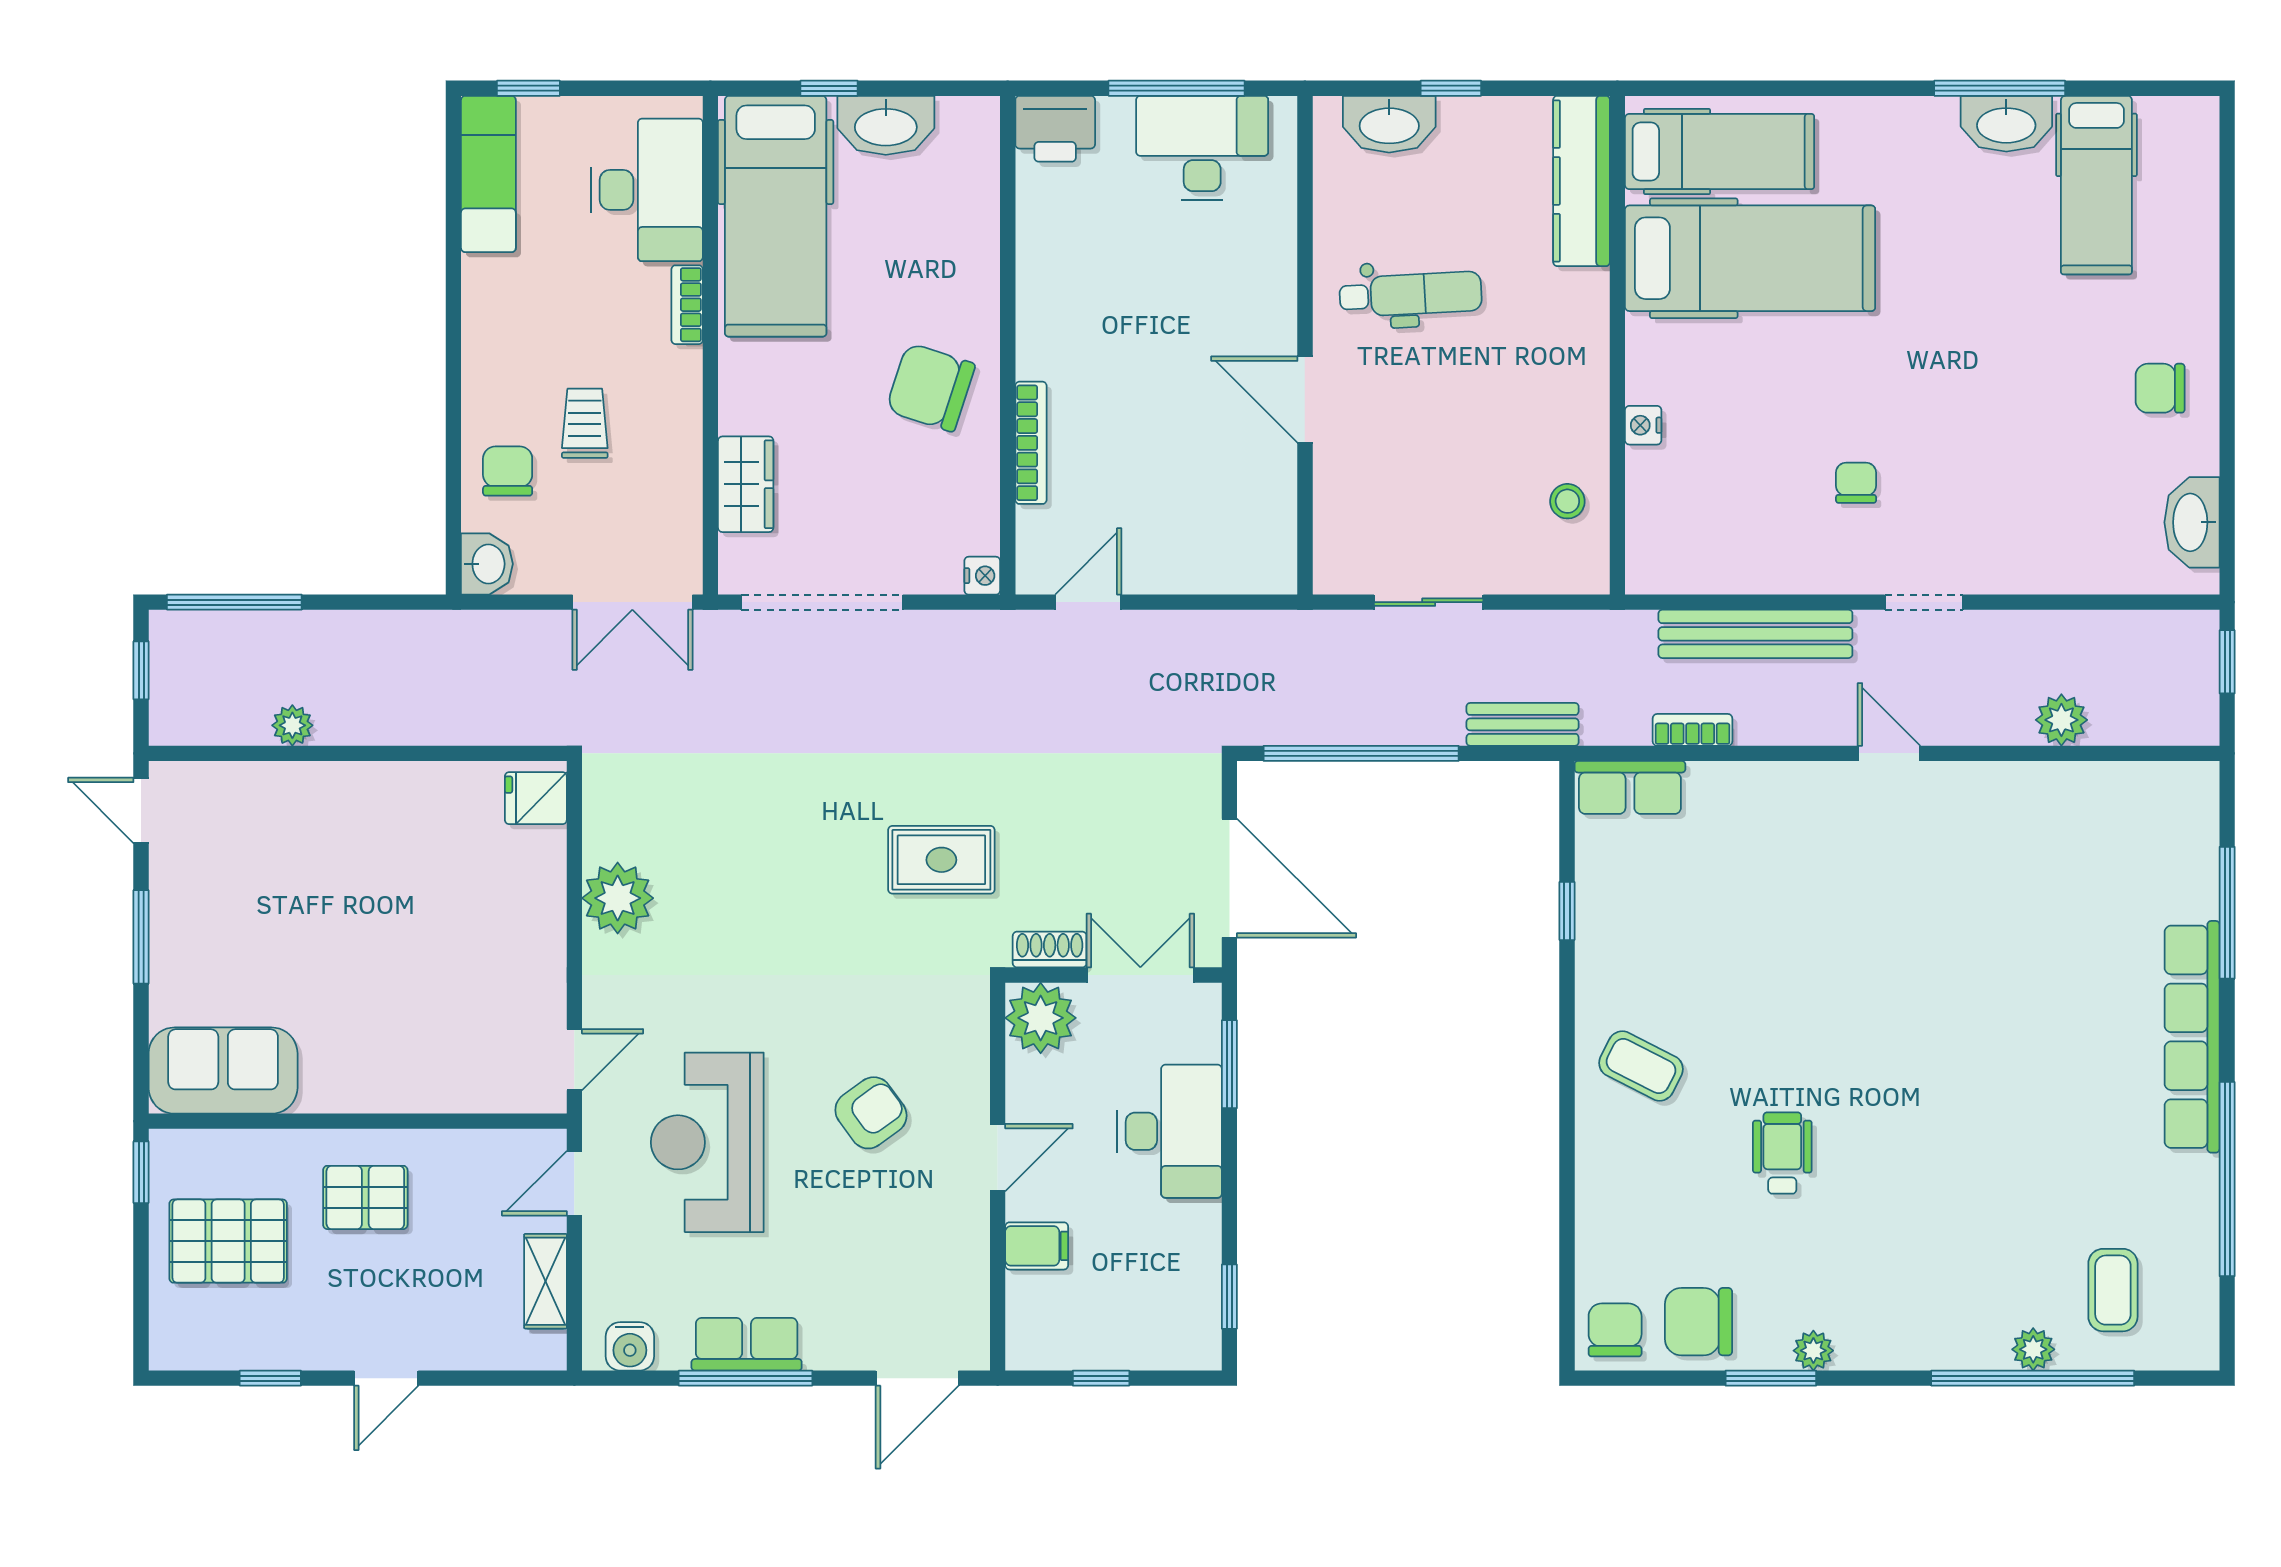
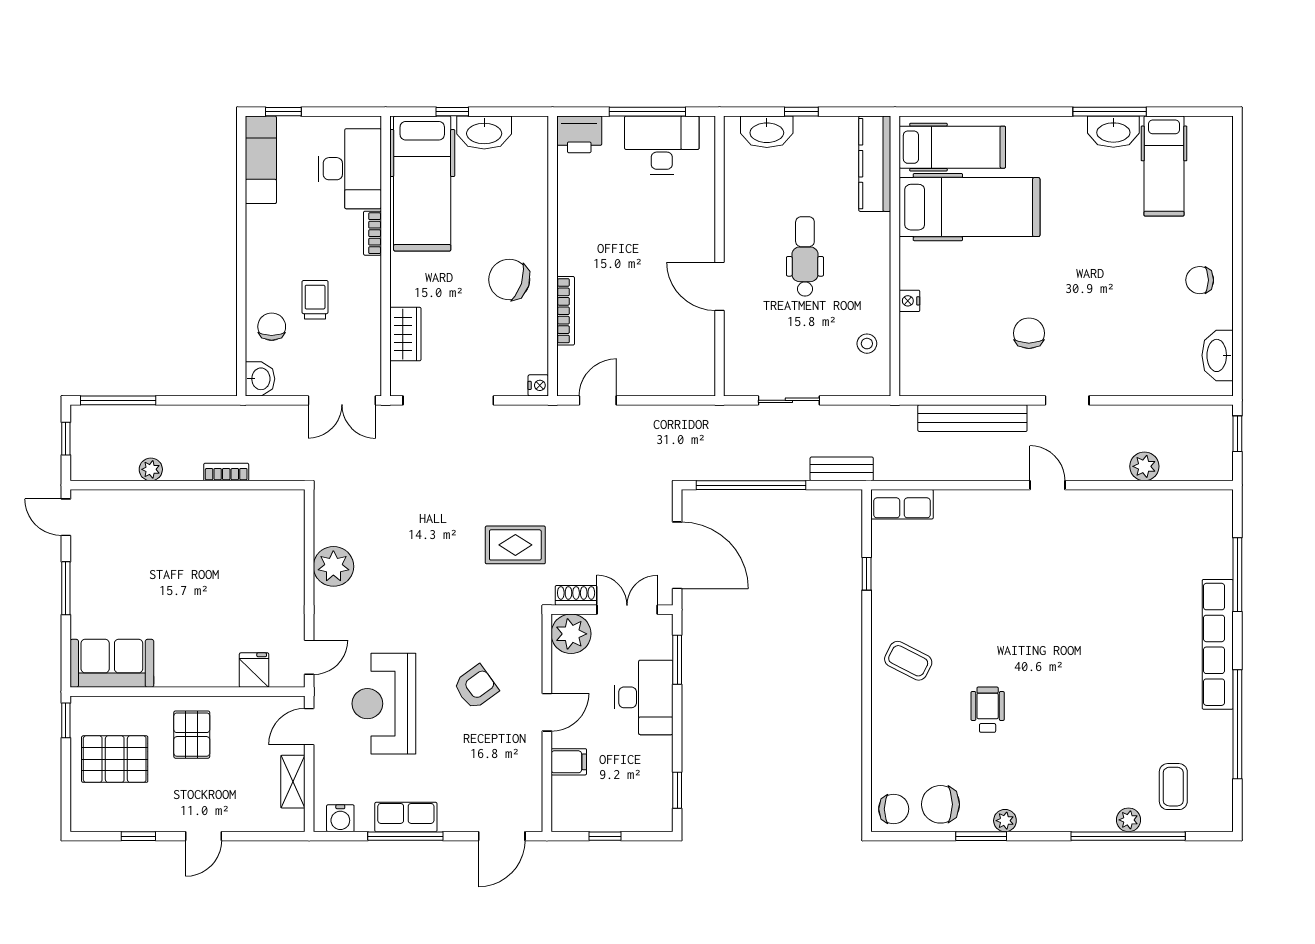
dental chair: (1411, 294) -> (805, 256), moved, turned -87
chair: (1856, 483) -> (1029, 333), width x1.37, depth x1.37
bookcase: (1693, 730) -> (226, 472), moved
fridge: (536, 798) -> (254, 670), moved, turned 90
pallet: (365, 1197) -> (192, 735), turned 90
chair: (1615, 1330) -> (894, 809), turned 90

